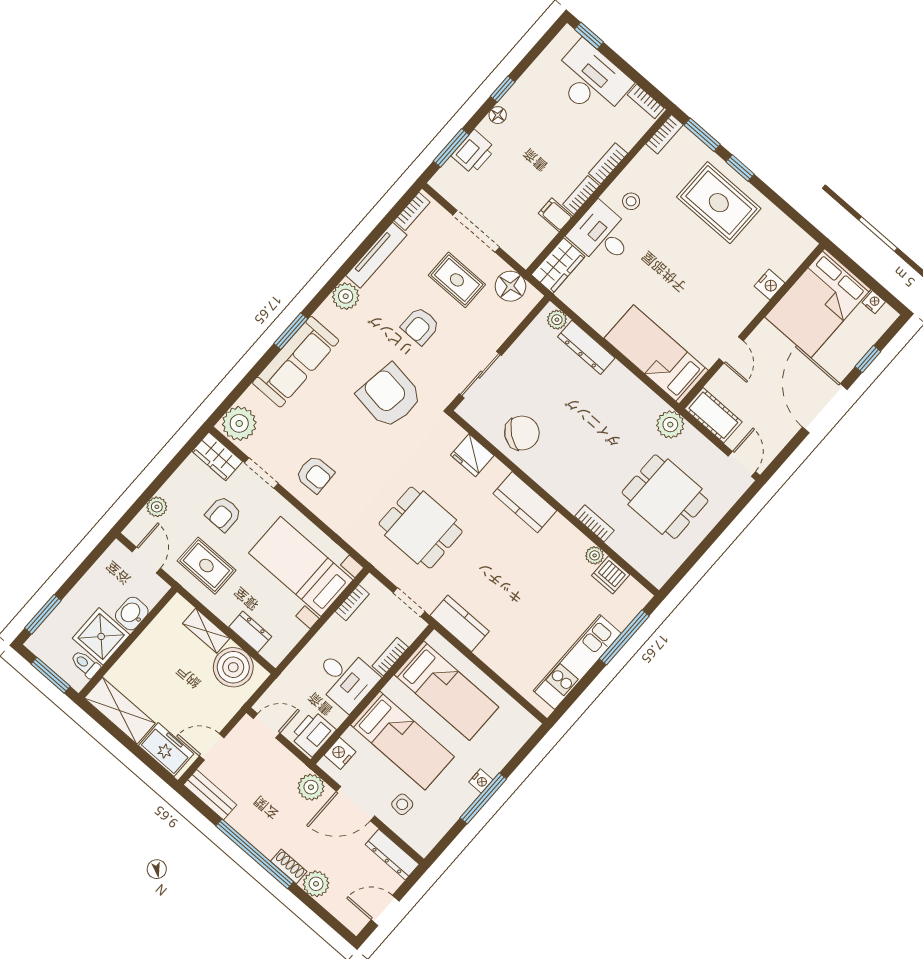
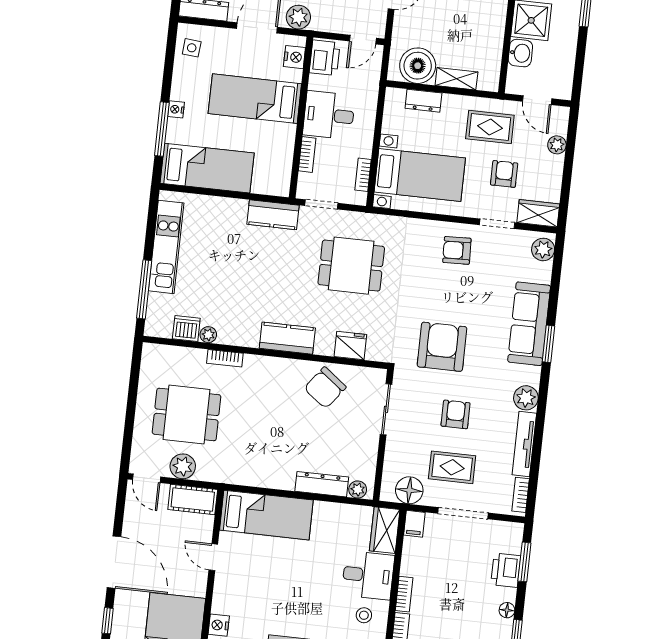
filing cabinet: (555, 215) -> (414, 524), moved, turned 90
armchair: (390, 396) -> (442, 347), turned -98
plant: (239, 423) -> (543, 249), width x0.73, depth x0.73
plant: (670, 425) -> (183, 466), moved
bed: (447, 691) -> (207, 168), moved, turned 180
window: (483, 798) -> (162, 129), moved
side table: (402, 804) -> (192, 48), moved

